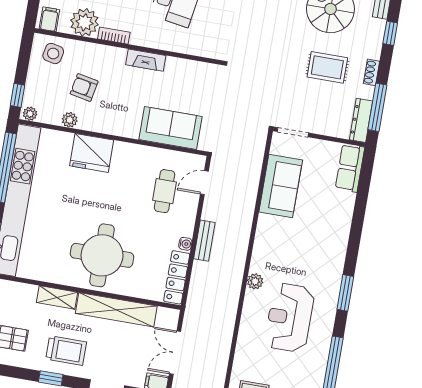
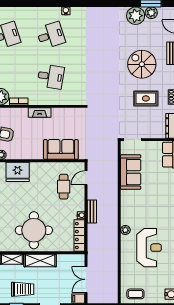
shelving: (116, 310) -> (40, 260), width x0.68
reception desk: (290, 318) -> (149, 248), turned 180

